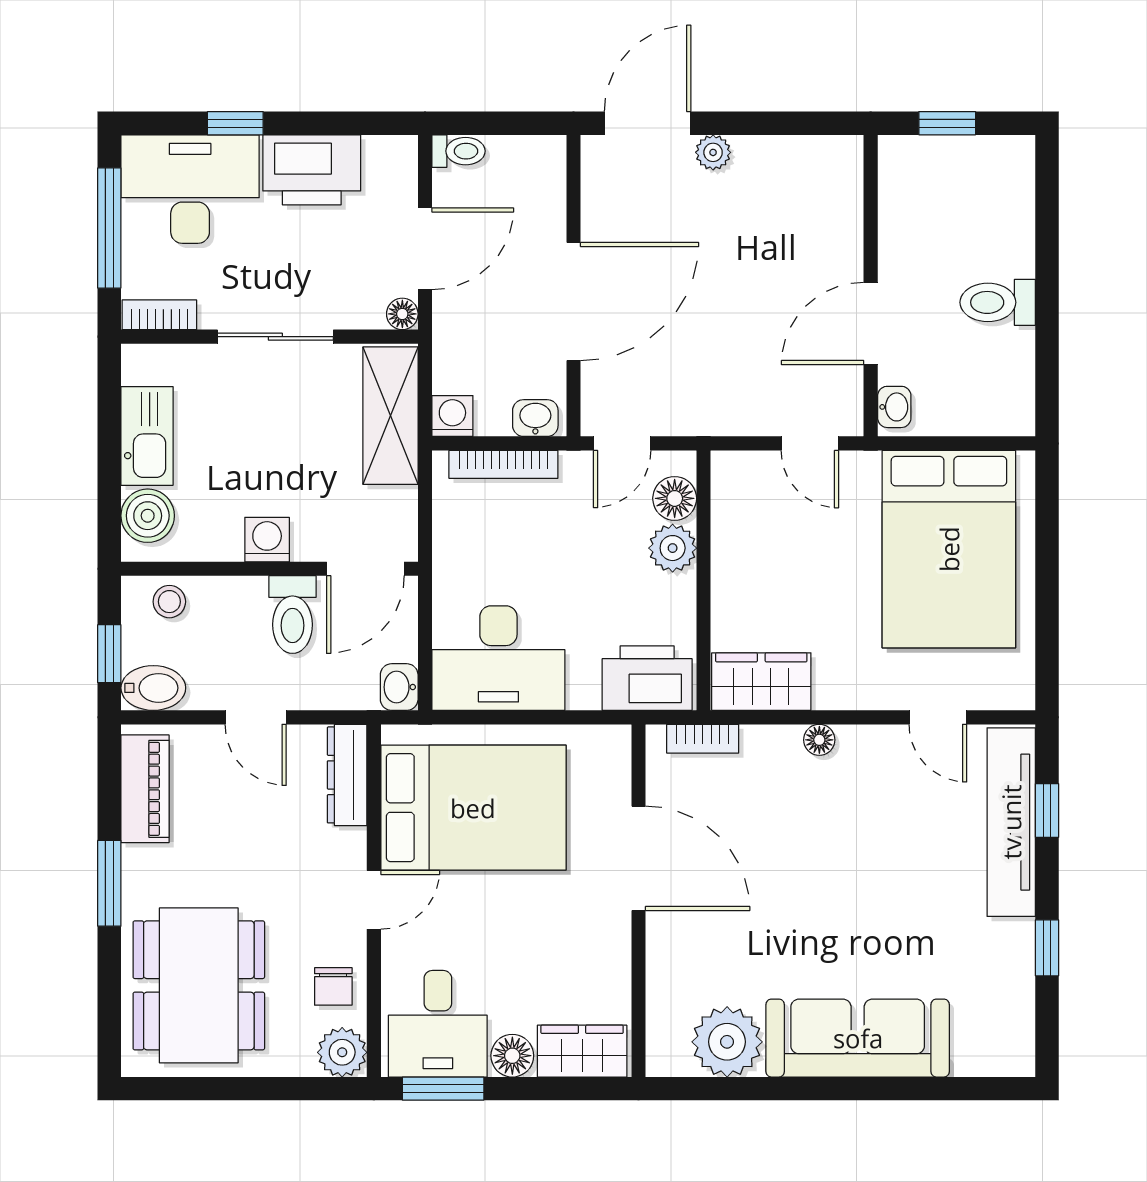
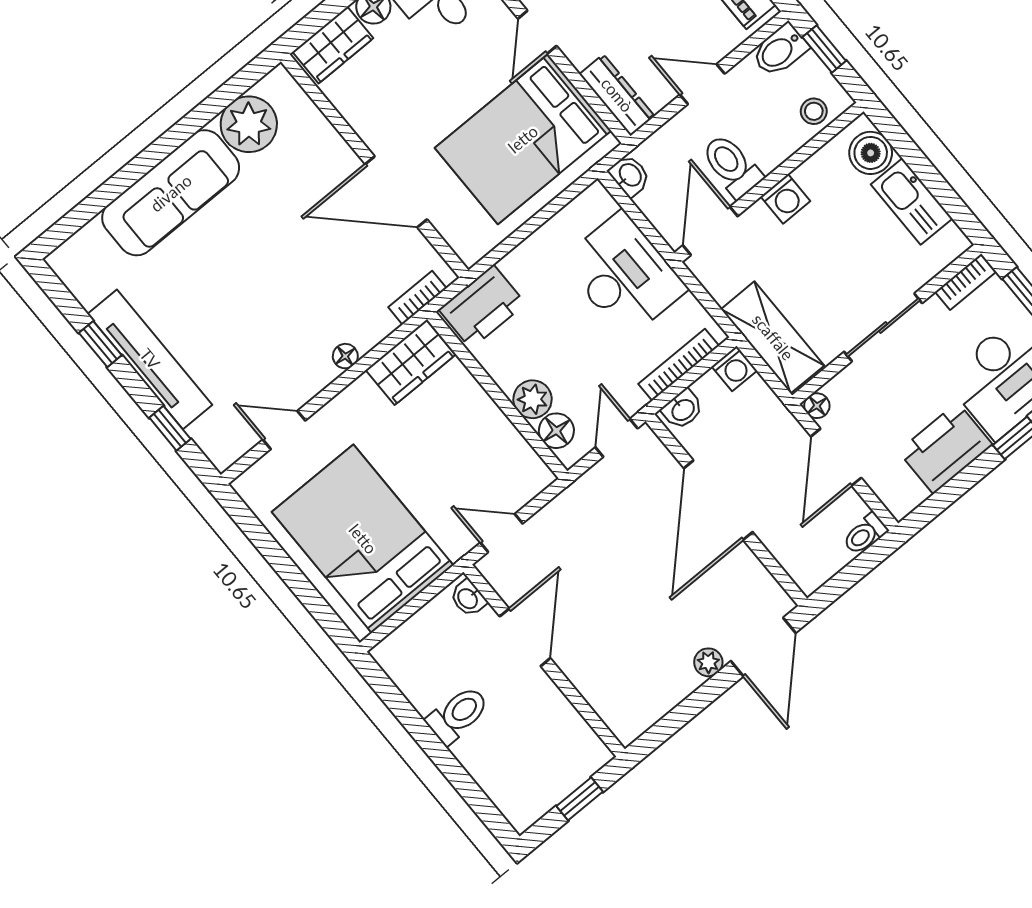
desk: (498, 658) -> (624, 275), moved, turned 90
tv unit: (1011, 822) -> (150, 359), moved

